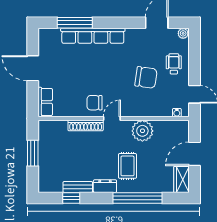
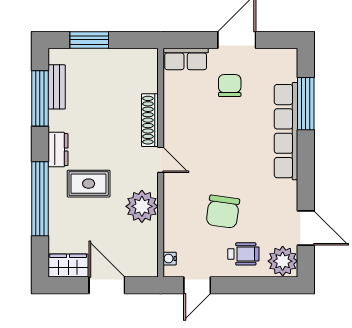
plant: (183, 33) -> (283, 261), width x1.88, depth x1.88
chair: (95, 103) -> (230, 86), moved
window: (33, 153) -> (89, 40), moved
bench: (78, 187) -> (57, 87), moved
window: (71, 198) -> (40, 98), width x2.17

